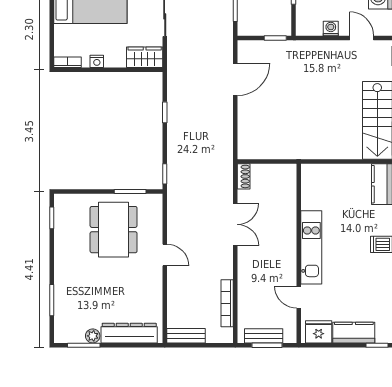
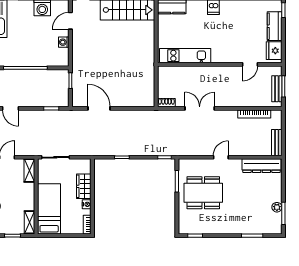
wardrobe: (145, 57) -> (84, 186), moved
kitchen unit: (311, 247) -> (185, 56), moved
dresser: (129, 333) -> (262, 166), moved, turned -90

